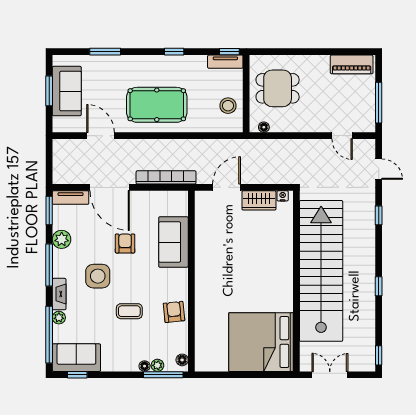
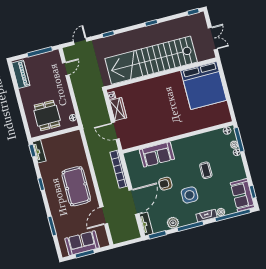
stool: (228, 106) -> (65, 143), removed
armchair: (174, 312) -> (199, 143), removed
double door: (330, 375) -> (213, 38), swing flipped

